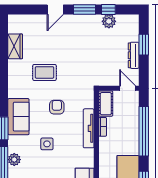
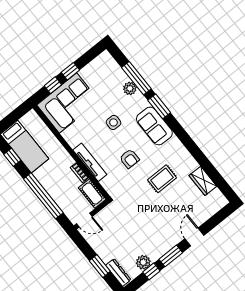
dresser: (134, 55) -> (118, 272), moved

